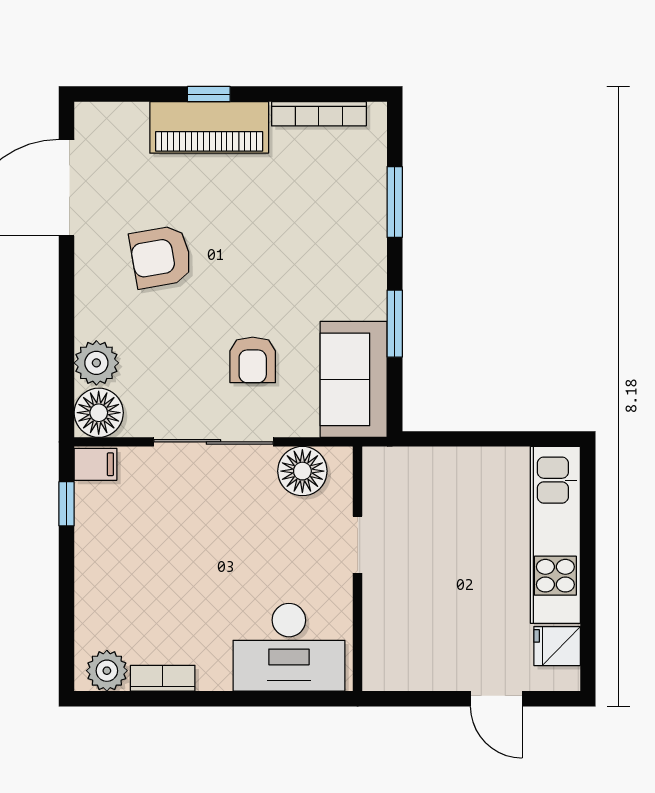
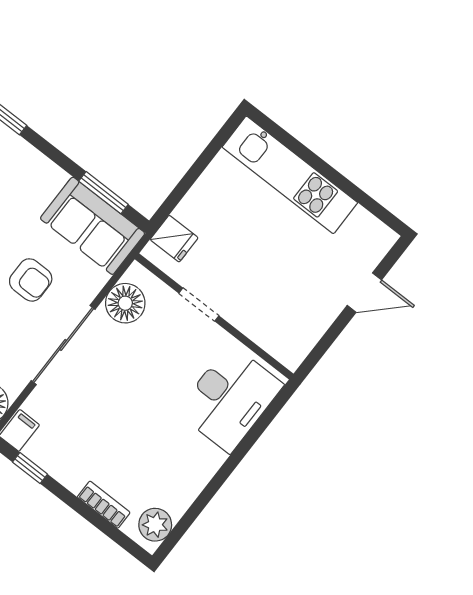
window: (395, 324) -> (103, 193), moved
fridge: (557, 646) -> (174, 239), moved, turned -90
bookcase: (163, 678) -> (104, 505), moved, turned 90

